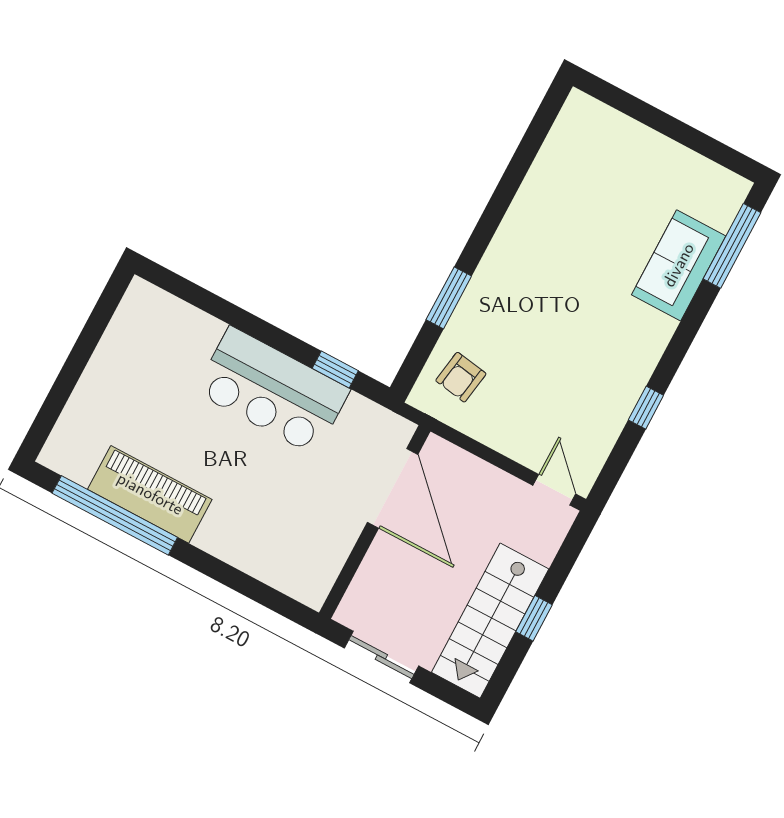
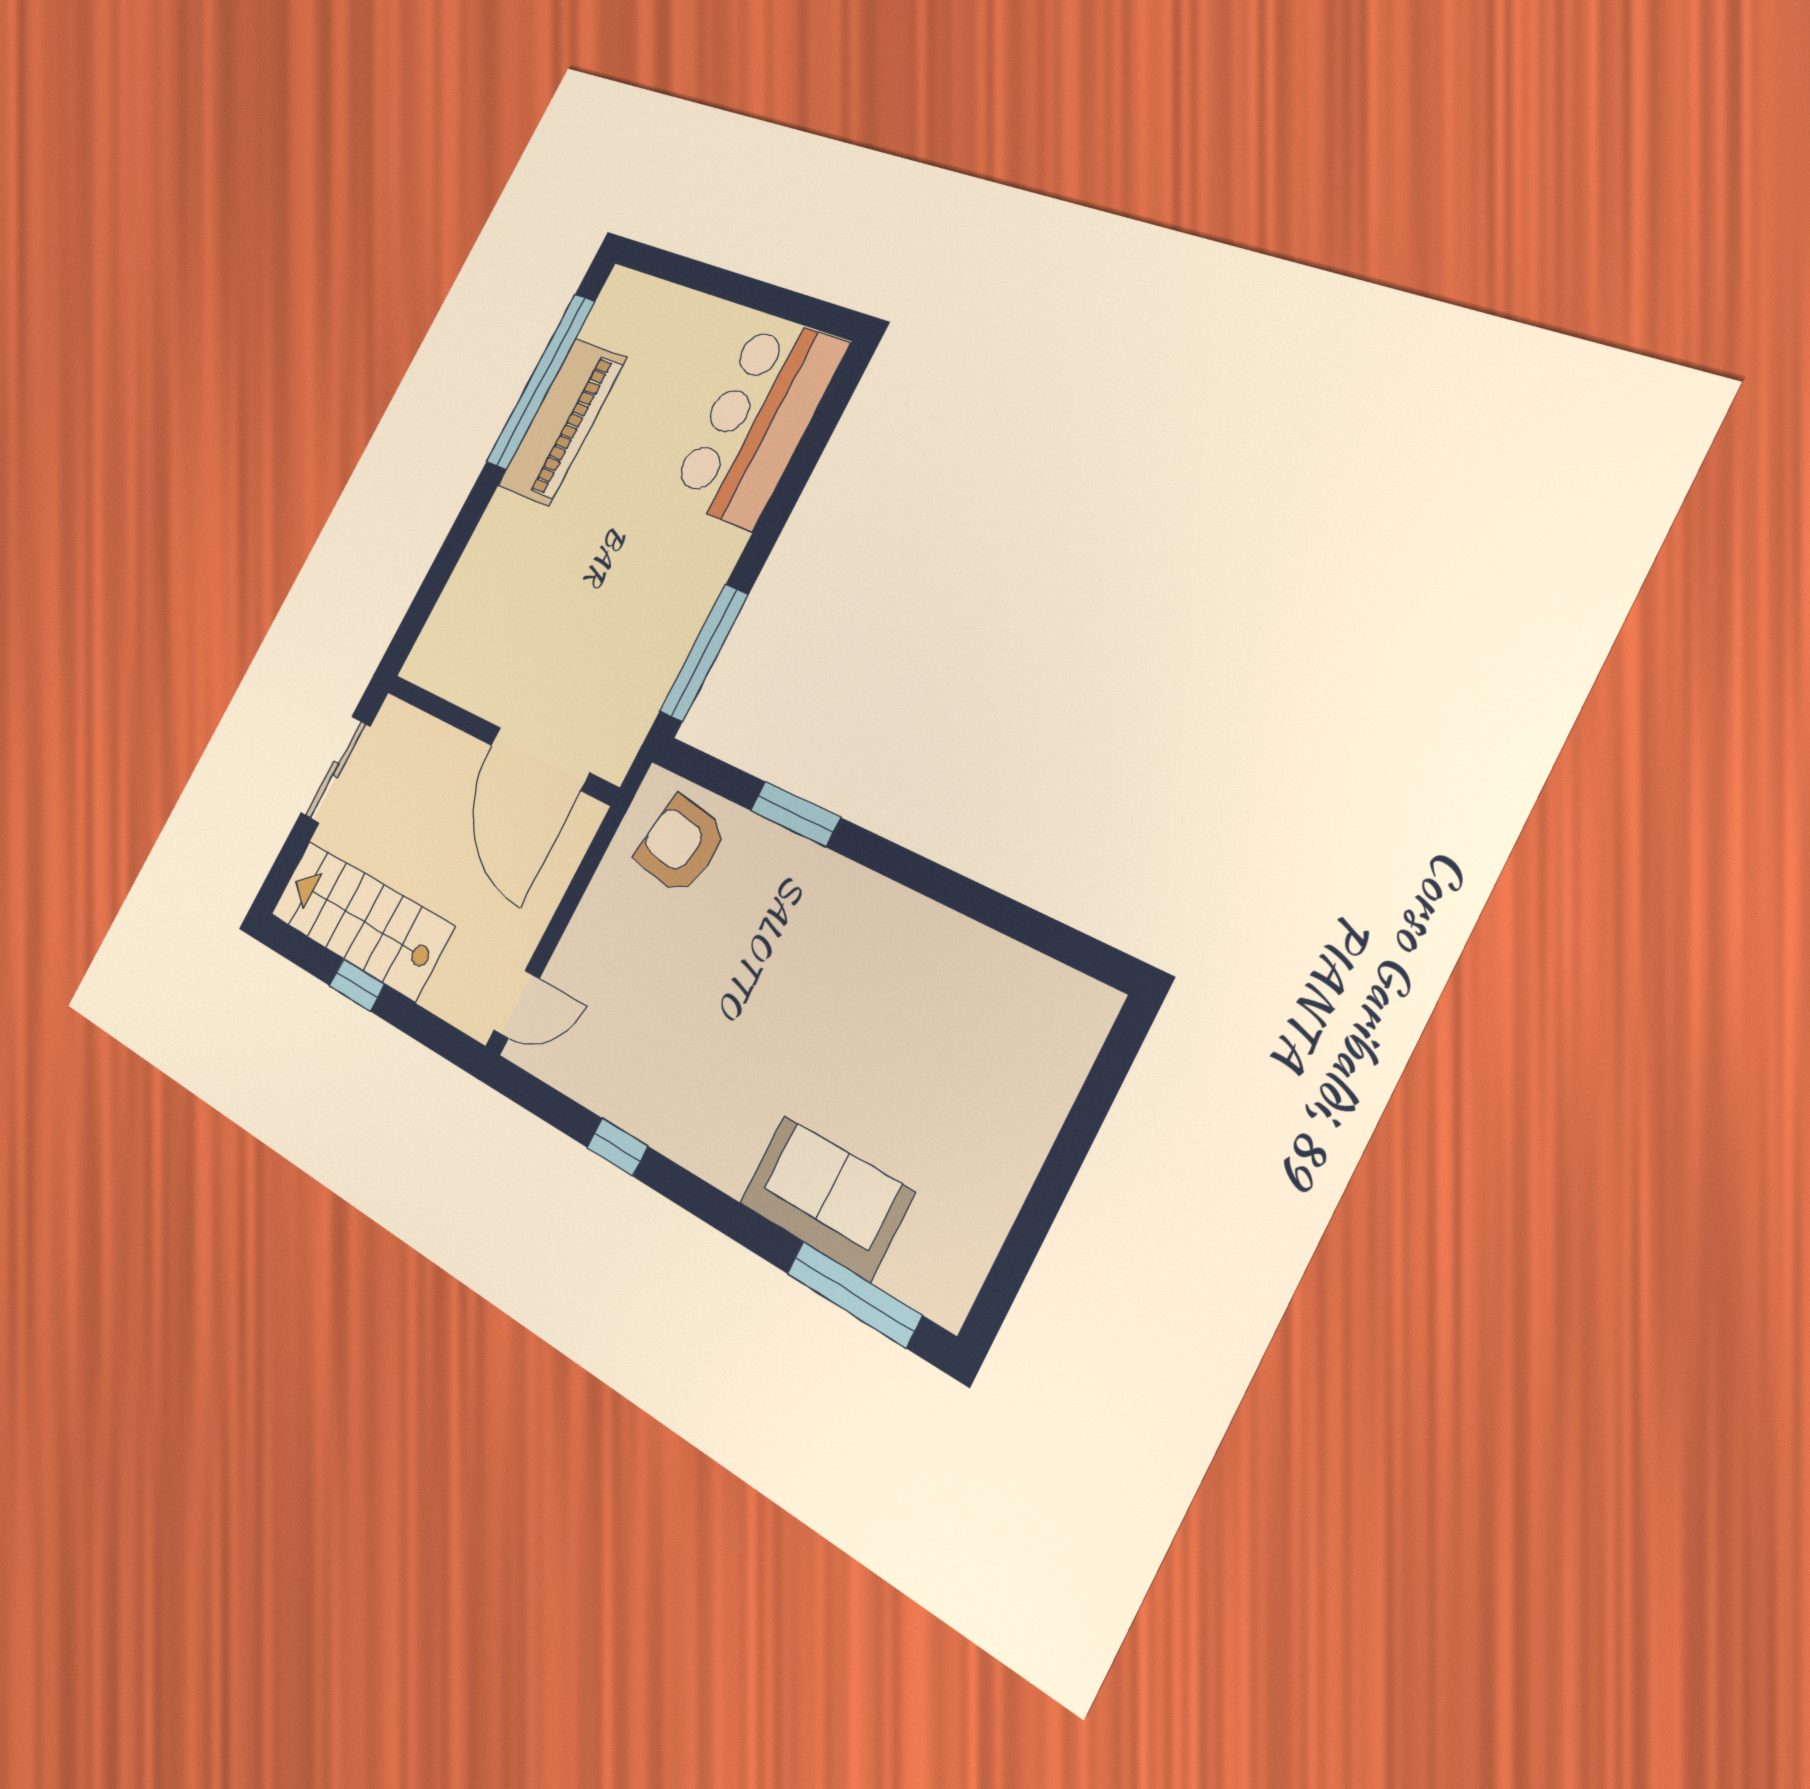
window: (335, 369) -> (704, 653), width x2.17
armchair: (461, 377) -> (681, 845), width x1.38, depth x1.38
bar counter: (272, 391) -> (757, 421), moved
door: (393, 488) -> (540, 759), hinge flipped

